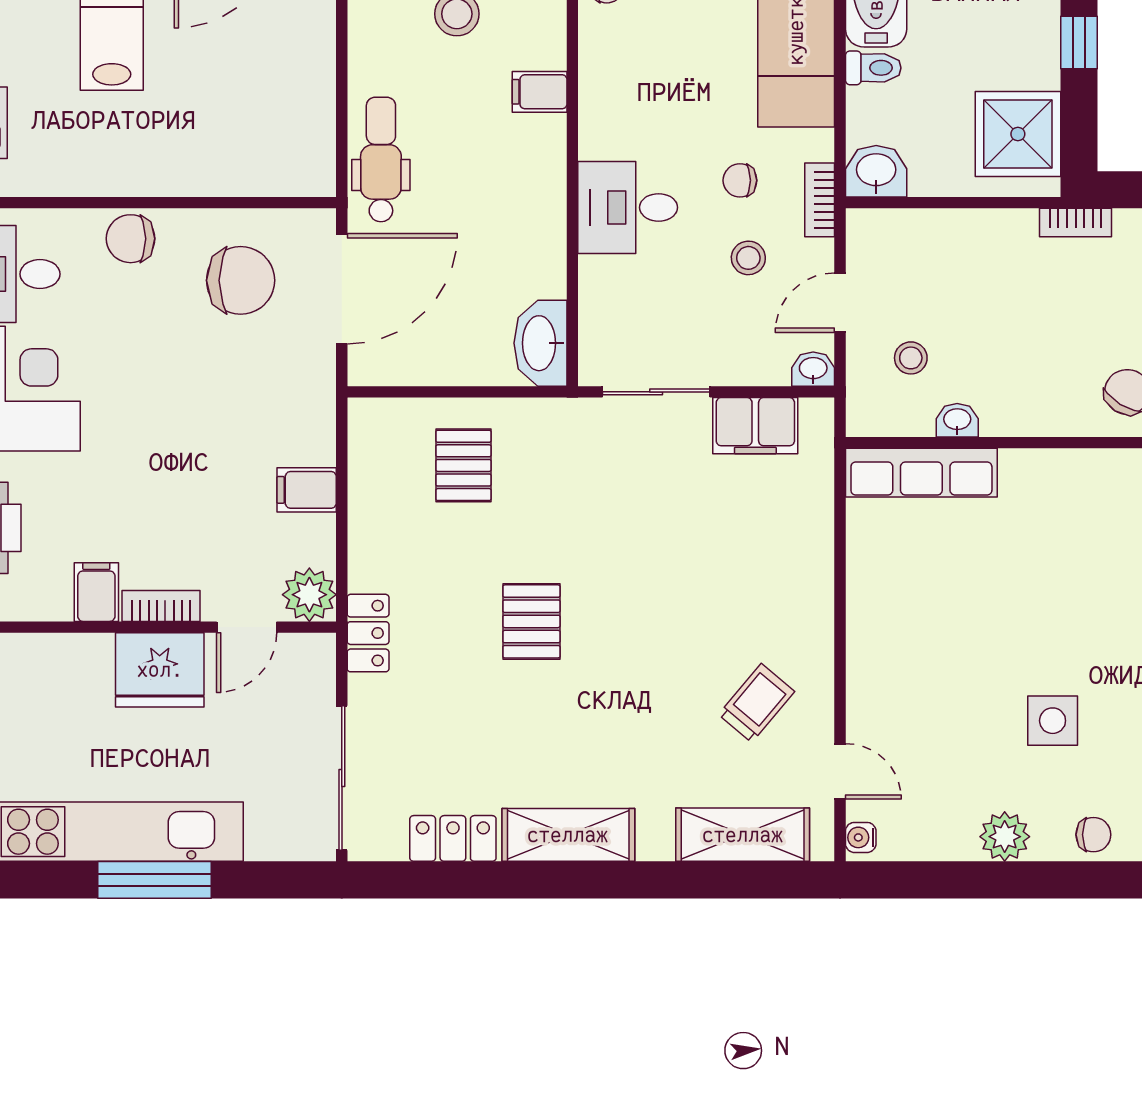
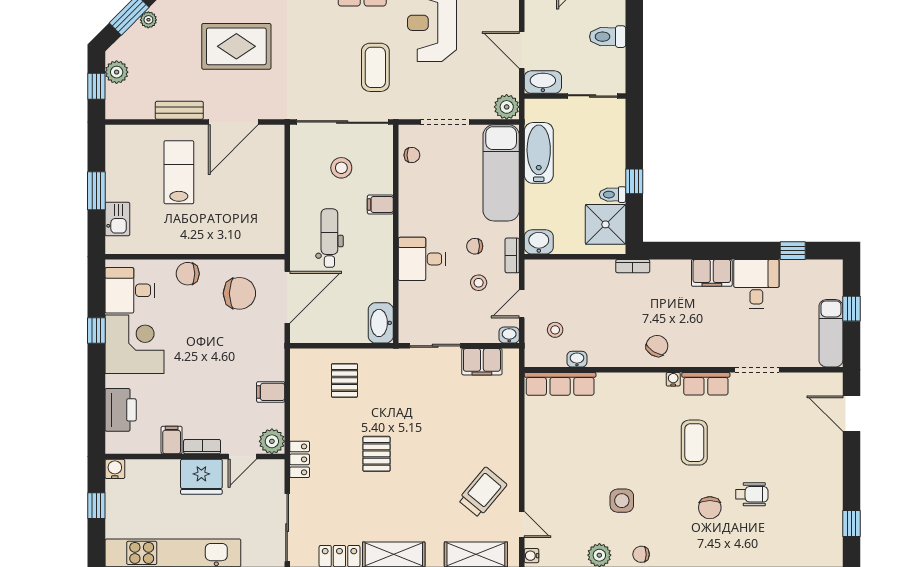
toilet: (873, 68) -> (613, 195), moved, turned 180
dental chair: (381, 159) -> (329, 238), moved
trolley: (757, 703) -> (482, 492), width x1.36, depth x1.39
chair: (1093, 835) -> (641, 554), turned 180

